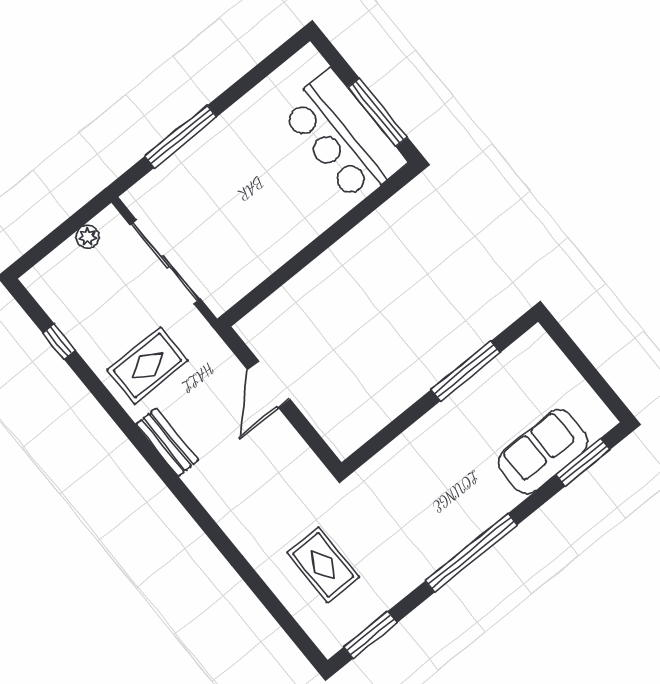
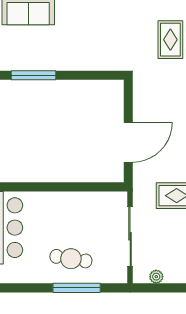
cafe table: (219, 169) -> (71, 259), added
door: (269, 384) -> (128, 142), width x1.36

